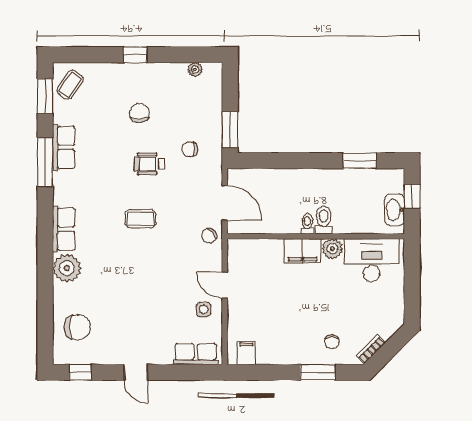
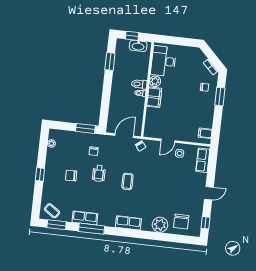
plant: (67, 268) -> (160, 225), moved
chair: (77, 327) -> (181, 222), turned 180

